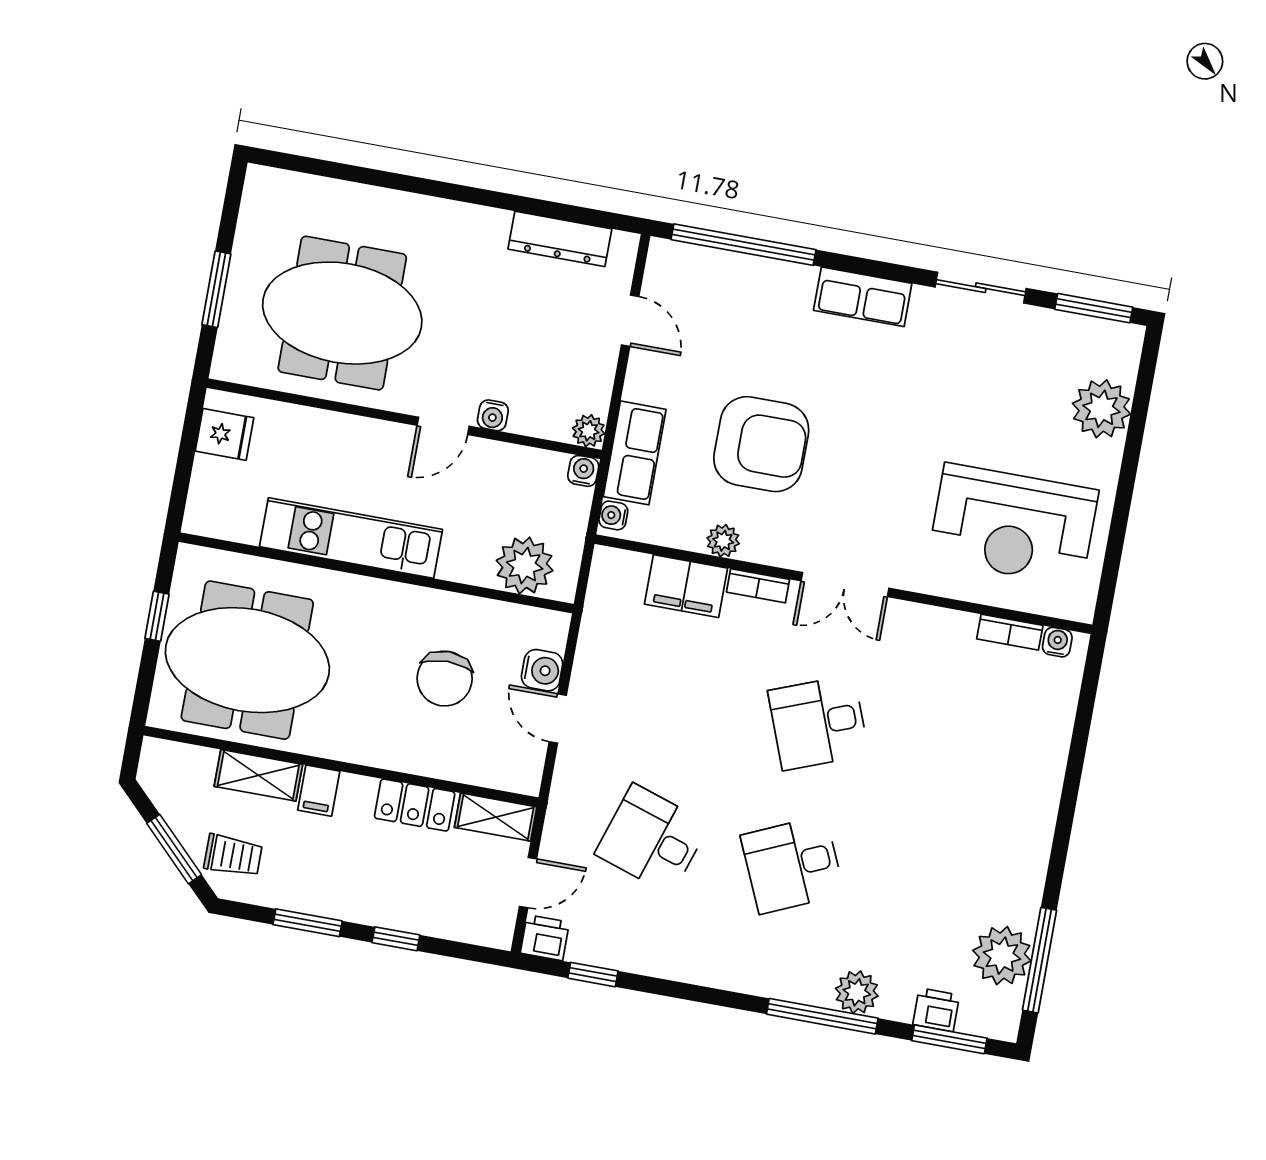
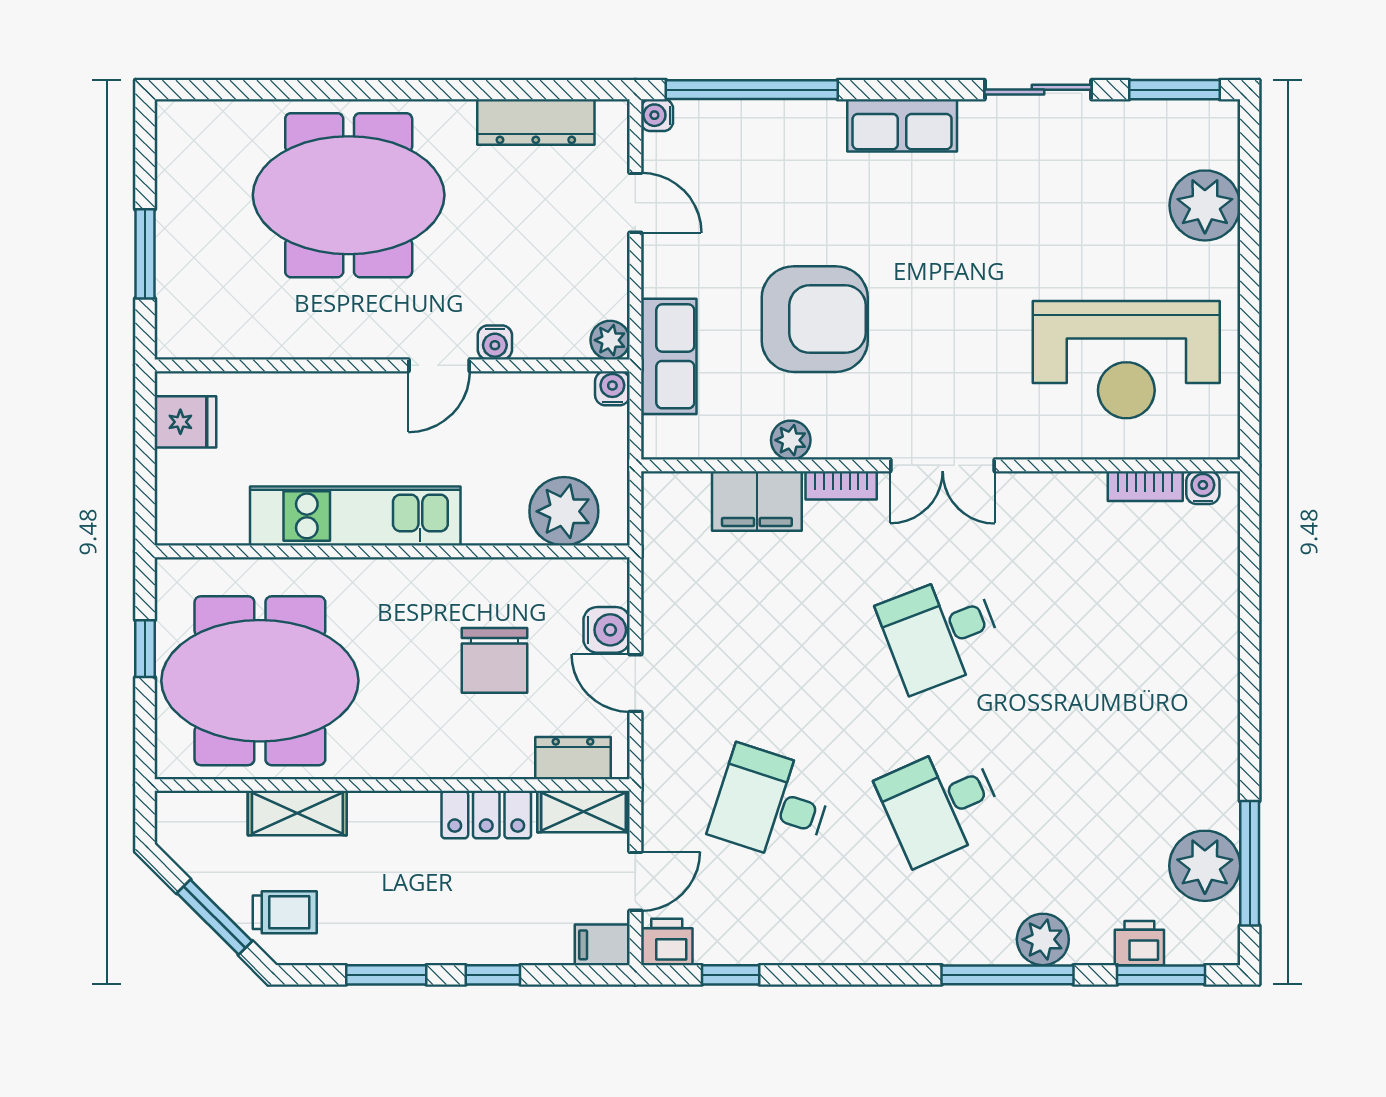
meeting table: (342, 313) -> (349, 195), moved
water cooler: (613, 515) -> (657, 115), moved
dresser: (495, 771) -> (573, 758), added
filing cabinet: (319, 791) -> (602, 945), moved, turned 90

